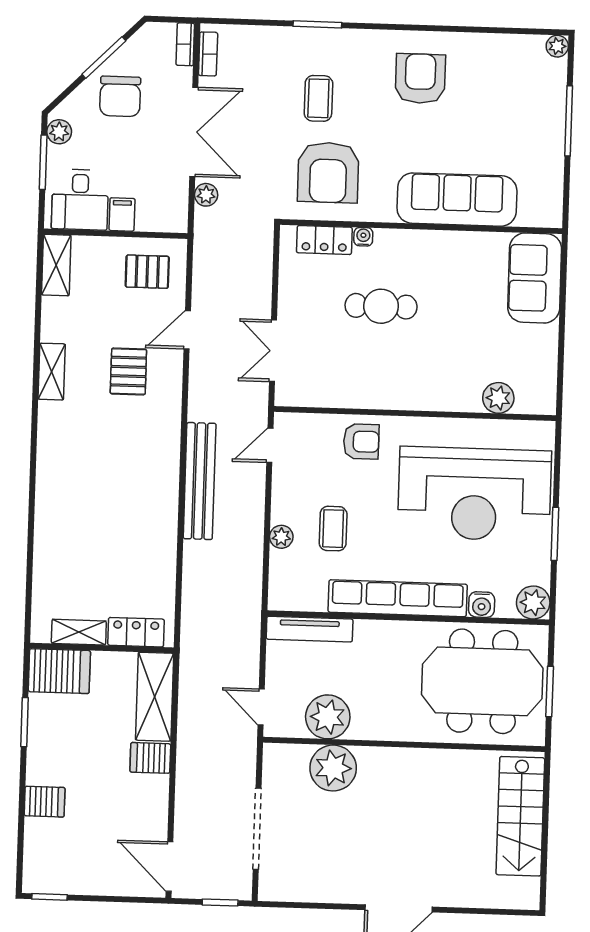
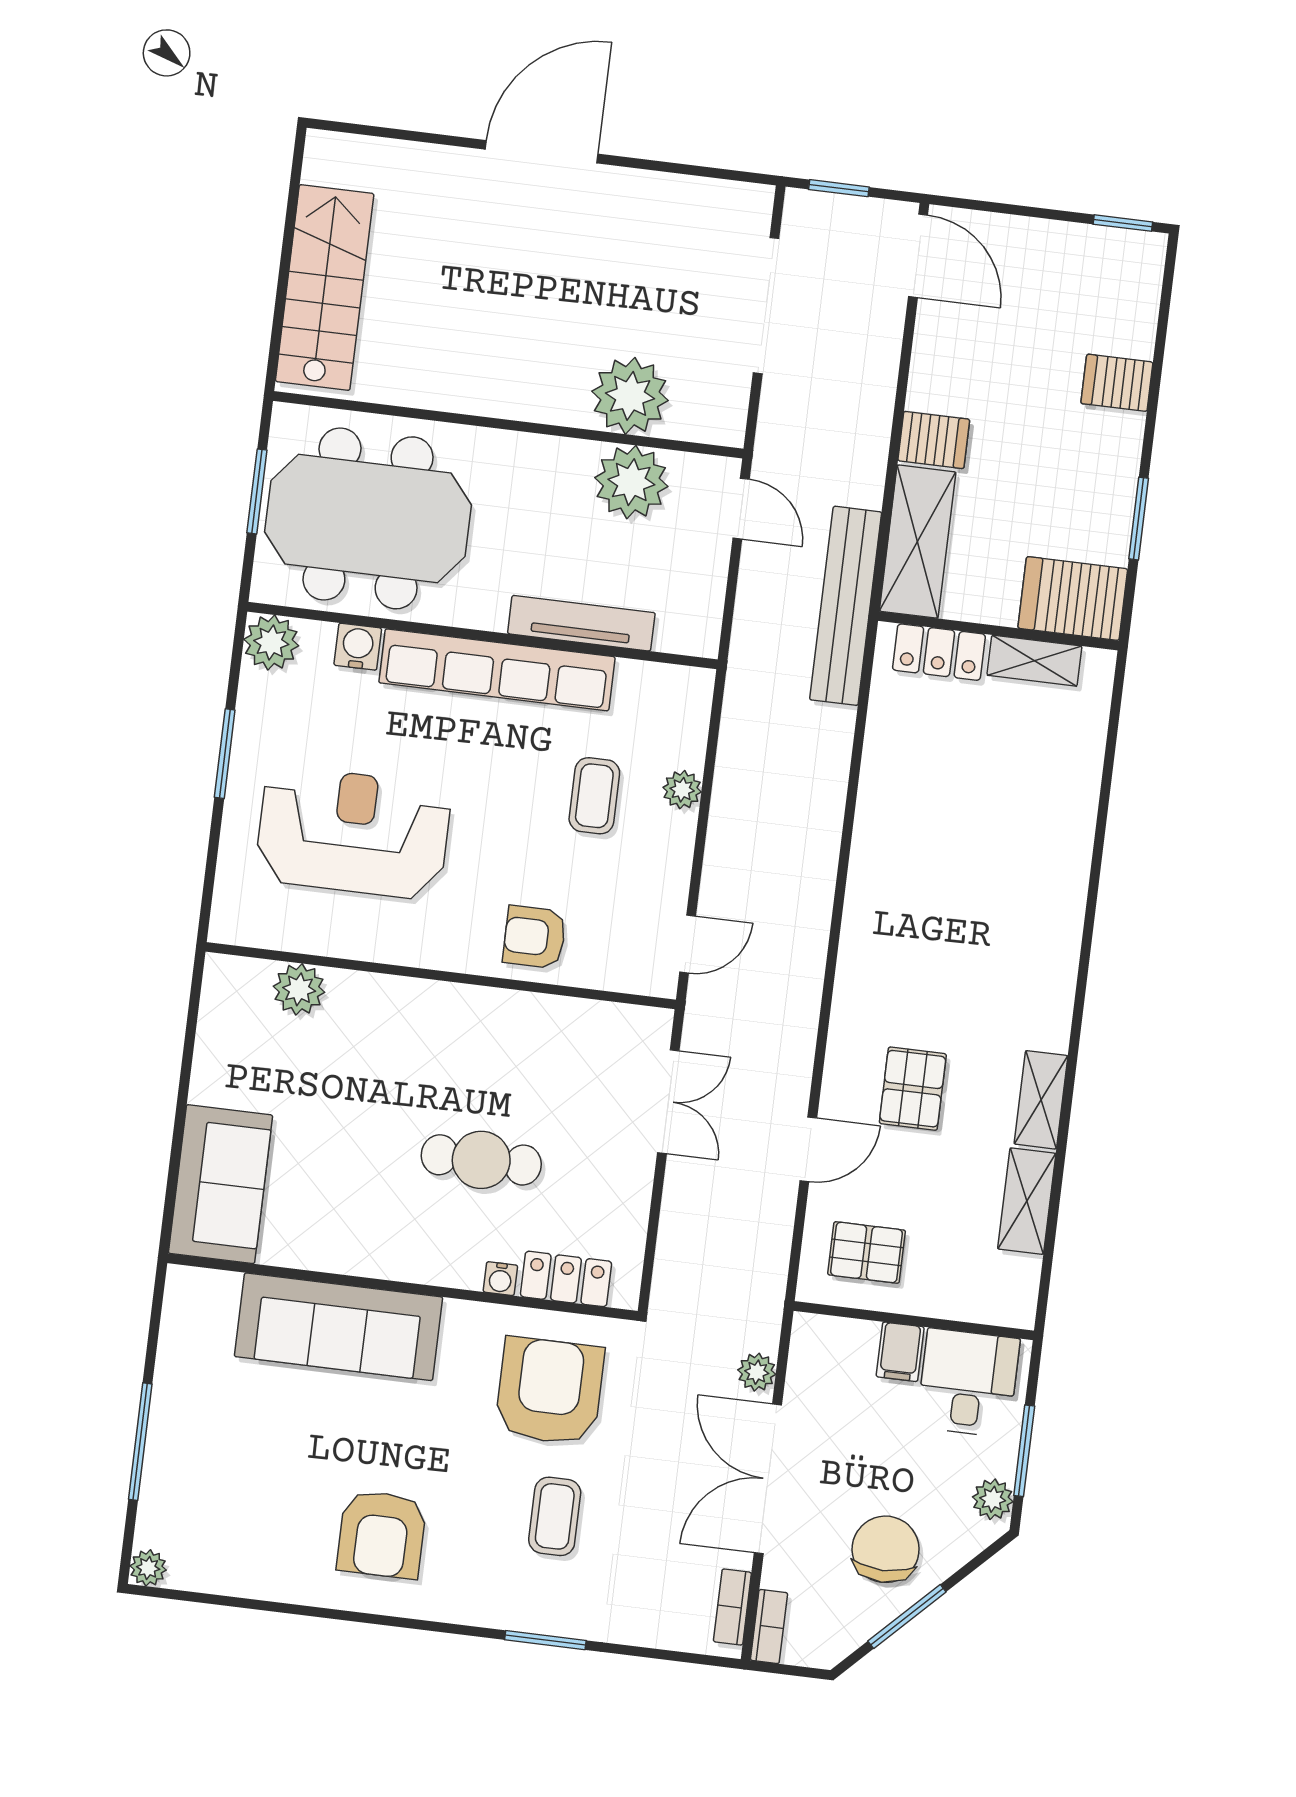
shelving: (56, 265) -> (1027, 1201), moved
bench: (200, 481) -> (846, 606), moved
reception desk: (474, 494) -> (353, 833), width x0.74, depth x0.77
tv unit: (310, 629) -> (581, 623), moved

